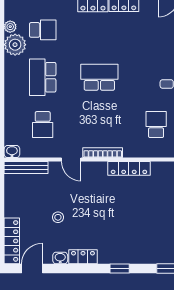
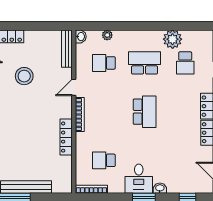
plant: (10, 27) -> (107, 35), moved
school desk: (156, 125) -> (104, 160), turned 180
stool: (58, 217) -> (24, 76), width x1.89, depth x1.89

